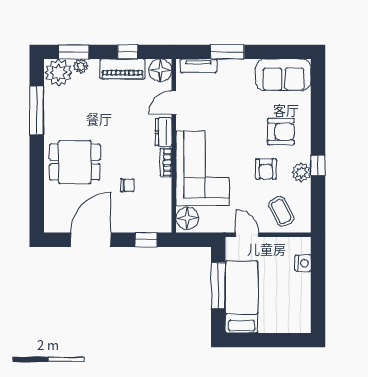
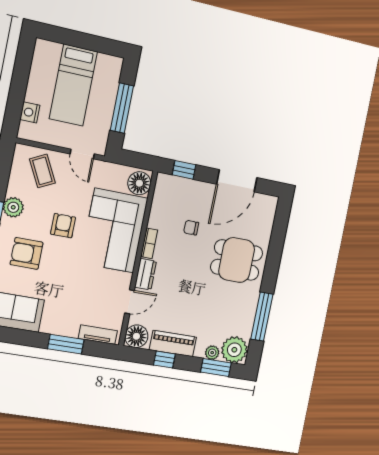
armchair: (266, 169) -> (63, 226), moved
bed: (242, 297) -> (73, 85), moved

